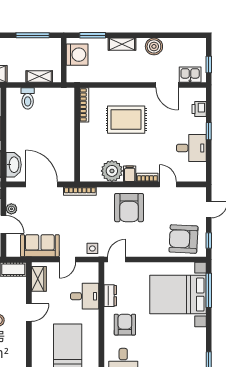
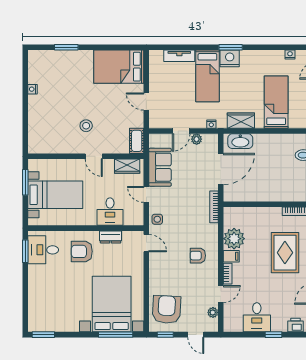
plant: (186, 192) -> (213, 312), added
armchair: (129, 208) -> (198, 256), width x0.53, depth x0.53
armchair: (125, 325) -> (82, 251), turned 180

